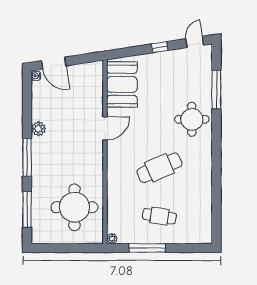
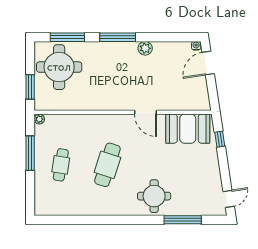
door: (195, 42) -> (229, 199), hinge flipped
window: (160, 47) -> (220, 139), moved
cafe table: (159, 168) -> (107, 165), turned 42
round table: (74, 207) -> (59, 67), moved
window: (79, 248) -> (30, 87), added

